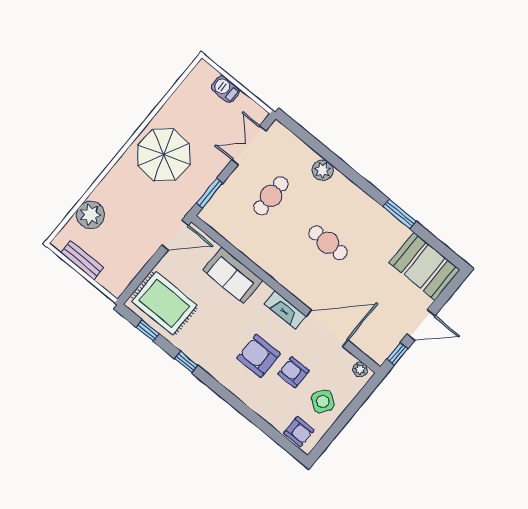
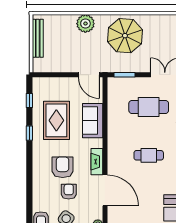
cafe table: (271, 196) -> (149, 107), width x1.37, depth x1.35
plant: (90, 215) -> (85, 24), moved
cafe table: (328, 243) -> (149, 155), turned 90
bench: (82, 260) -> (38, 38), width x1.36
rug: (164, 303) -> (56, 120), moved

